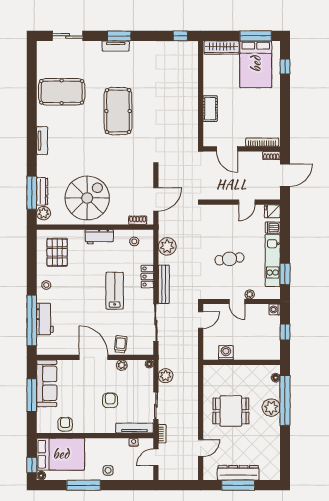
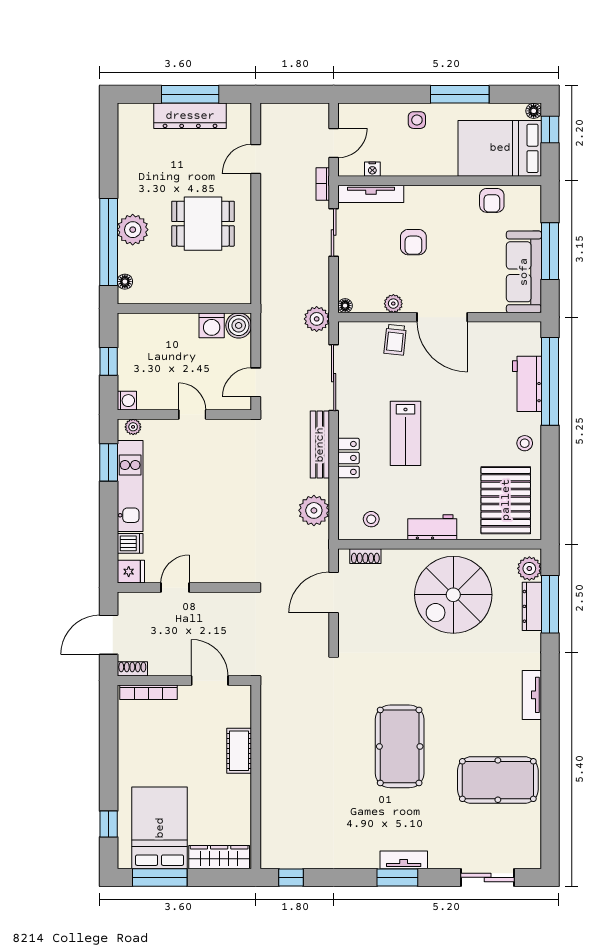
pallet: (57, 252) -> (506, 500), width x1.37, depth x1.41
cafe table: (229, 259) -> (205, 489), removed
plant: (250, 294) -> (133, 427), moved
boiler: (210, 353) -> (239, 325), added
plant: (166, 376) -> (317, 319), moved

